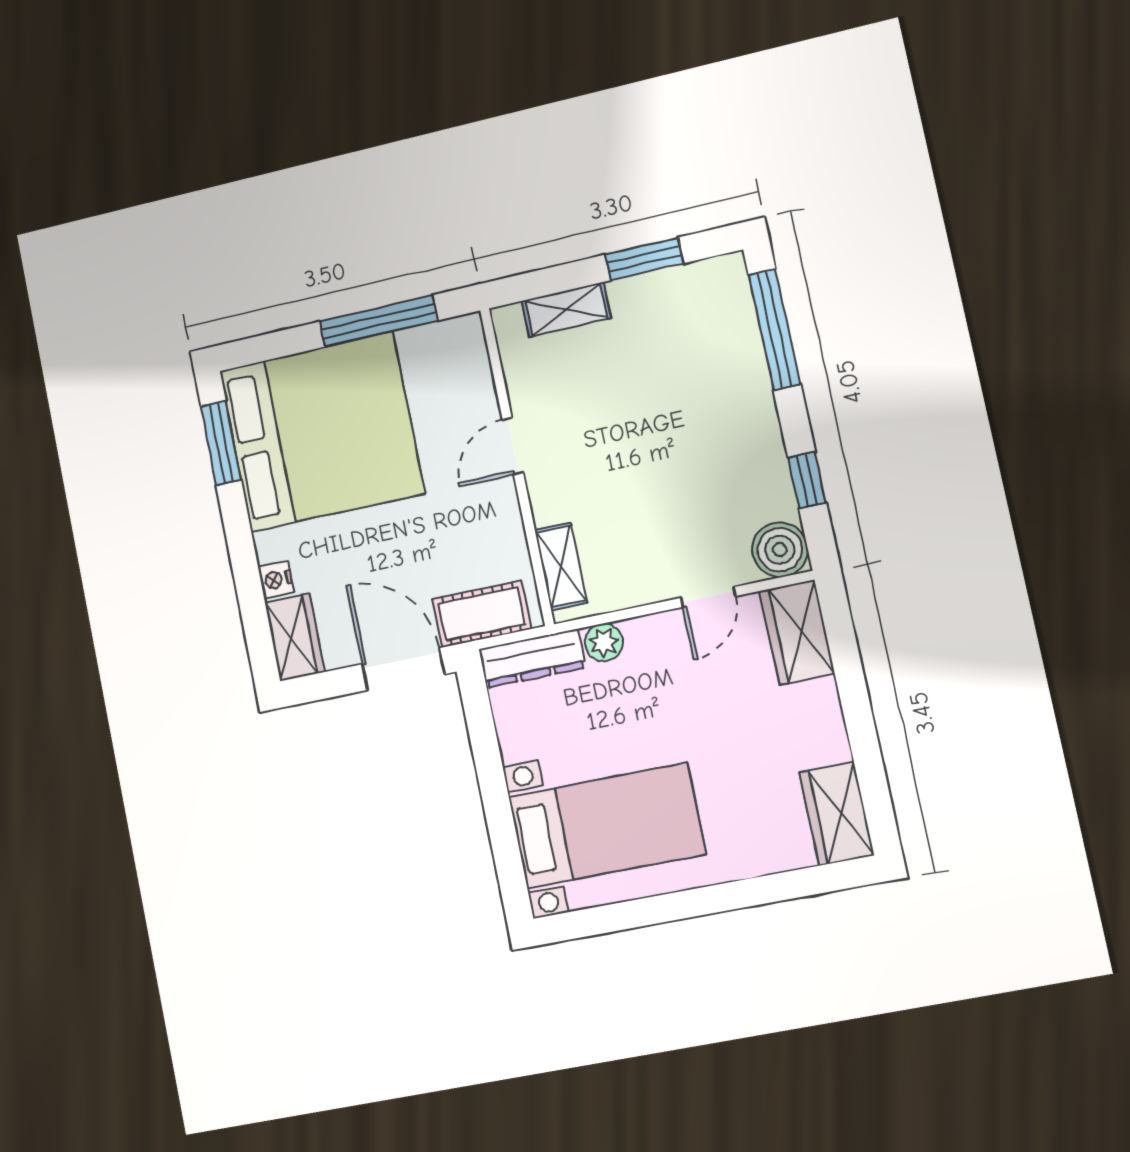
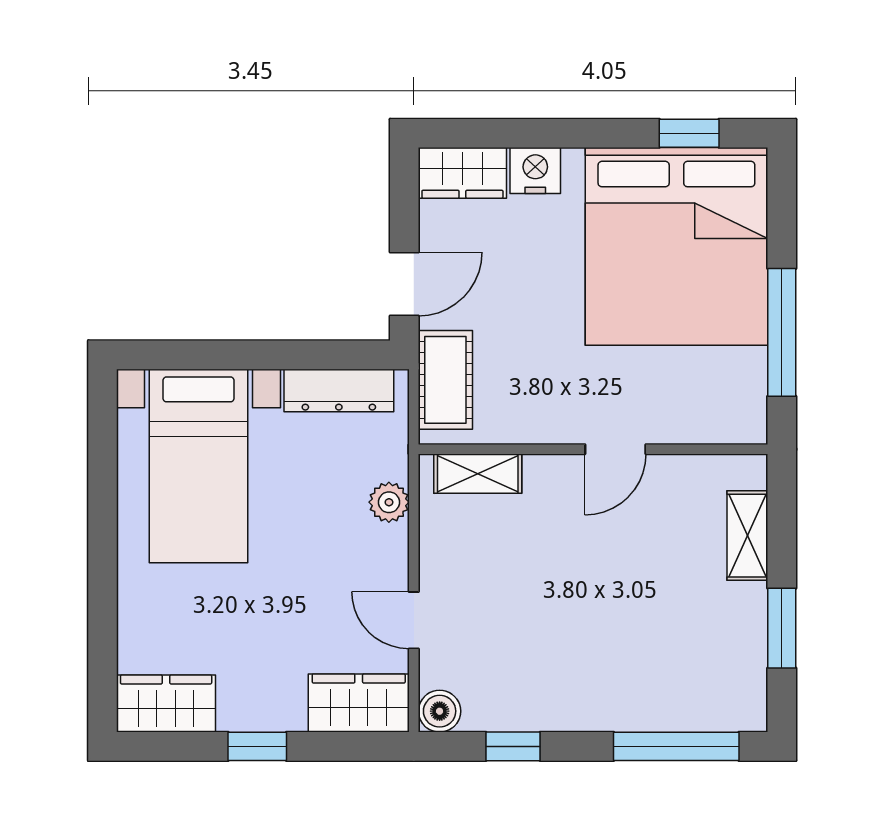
window: (221, 443) -> (689, 133), width x0.67
door: (513, 446) -> (615, 449), swing flipped
boiler: (780, 550) -> (440, 711), width x0.73, depth x0.73
nightstand: (276, 580) -> (535, 170), width x1.39, depth x1.35
dresser: (532, 658) -> (339, 390), moved, turned -90
door: (403, 669) -> (404, 284), width x0.73
window: (859, 719) -> (257, 746), added

